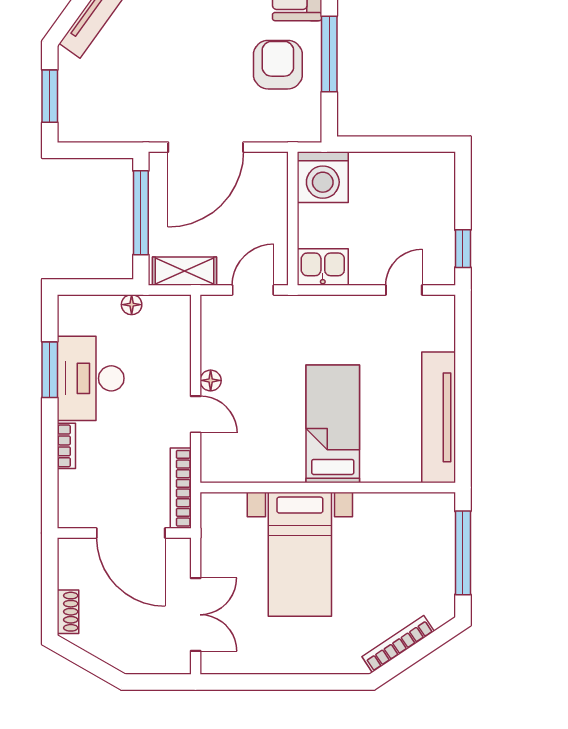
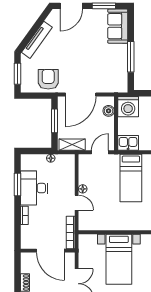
armchair: (278, 65) -> (48, 79), moved
boiler: (275, 188) -> (109, 111), added
window: (141, 213) -> (54, 121), width x0.69
bed: (333, 424) -> (131, 178), moved, turned 180

